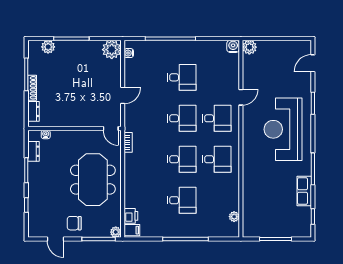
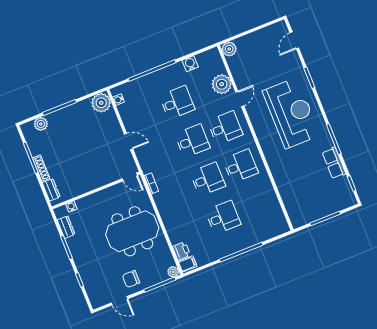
water cooler: (233, 46) -> (190, 64), moved
door: (123, 95) -> (129, 142), hinge flipped
reception desk: (283, 129) -> (291, 113), turned 180
meeting table: (93, 180) -> (132, 231), turned 90
plant: (234, 217) -> (222, 84), moved, width x1.88, depth x1.88

